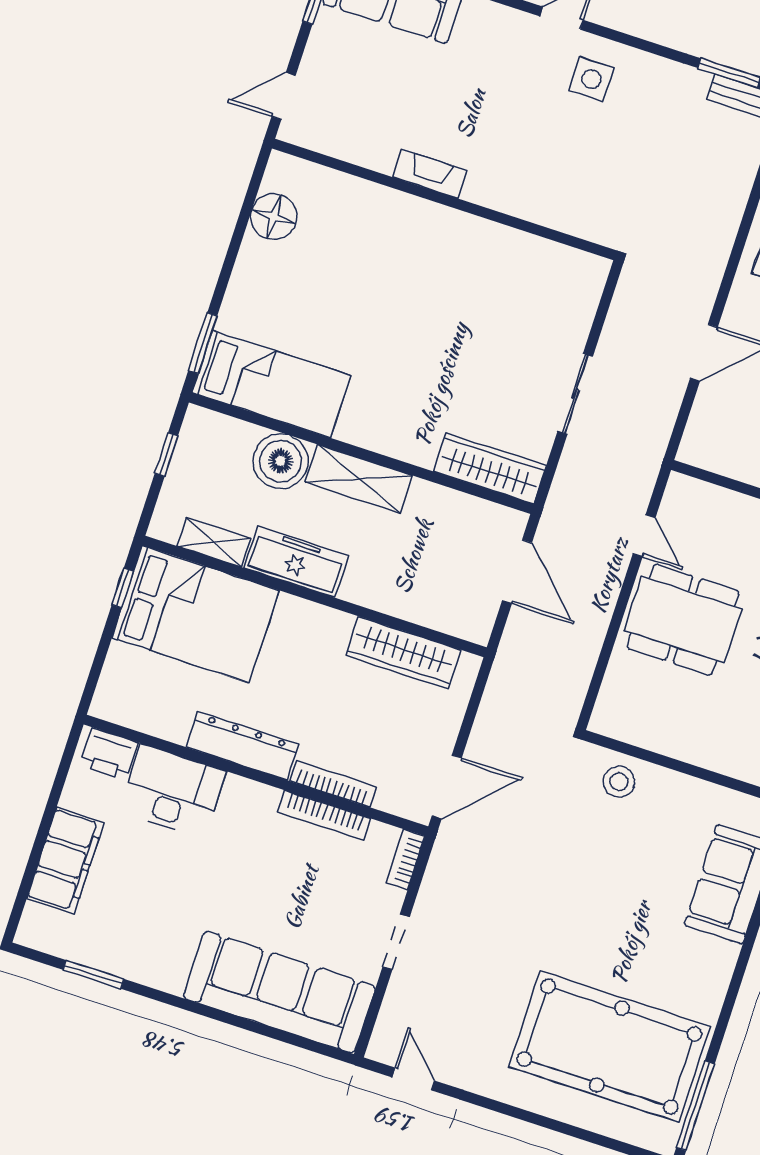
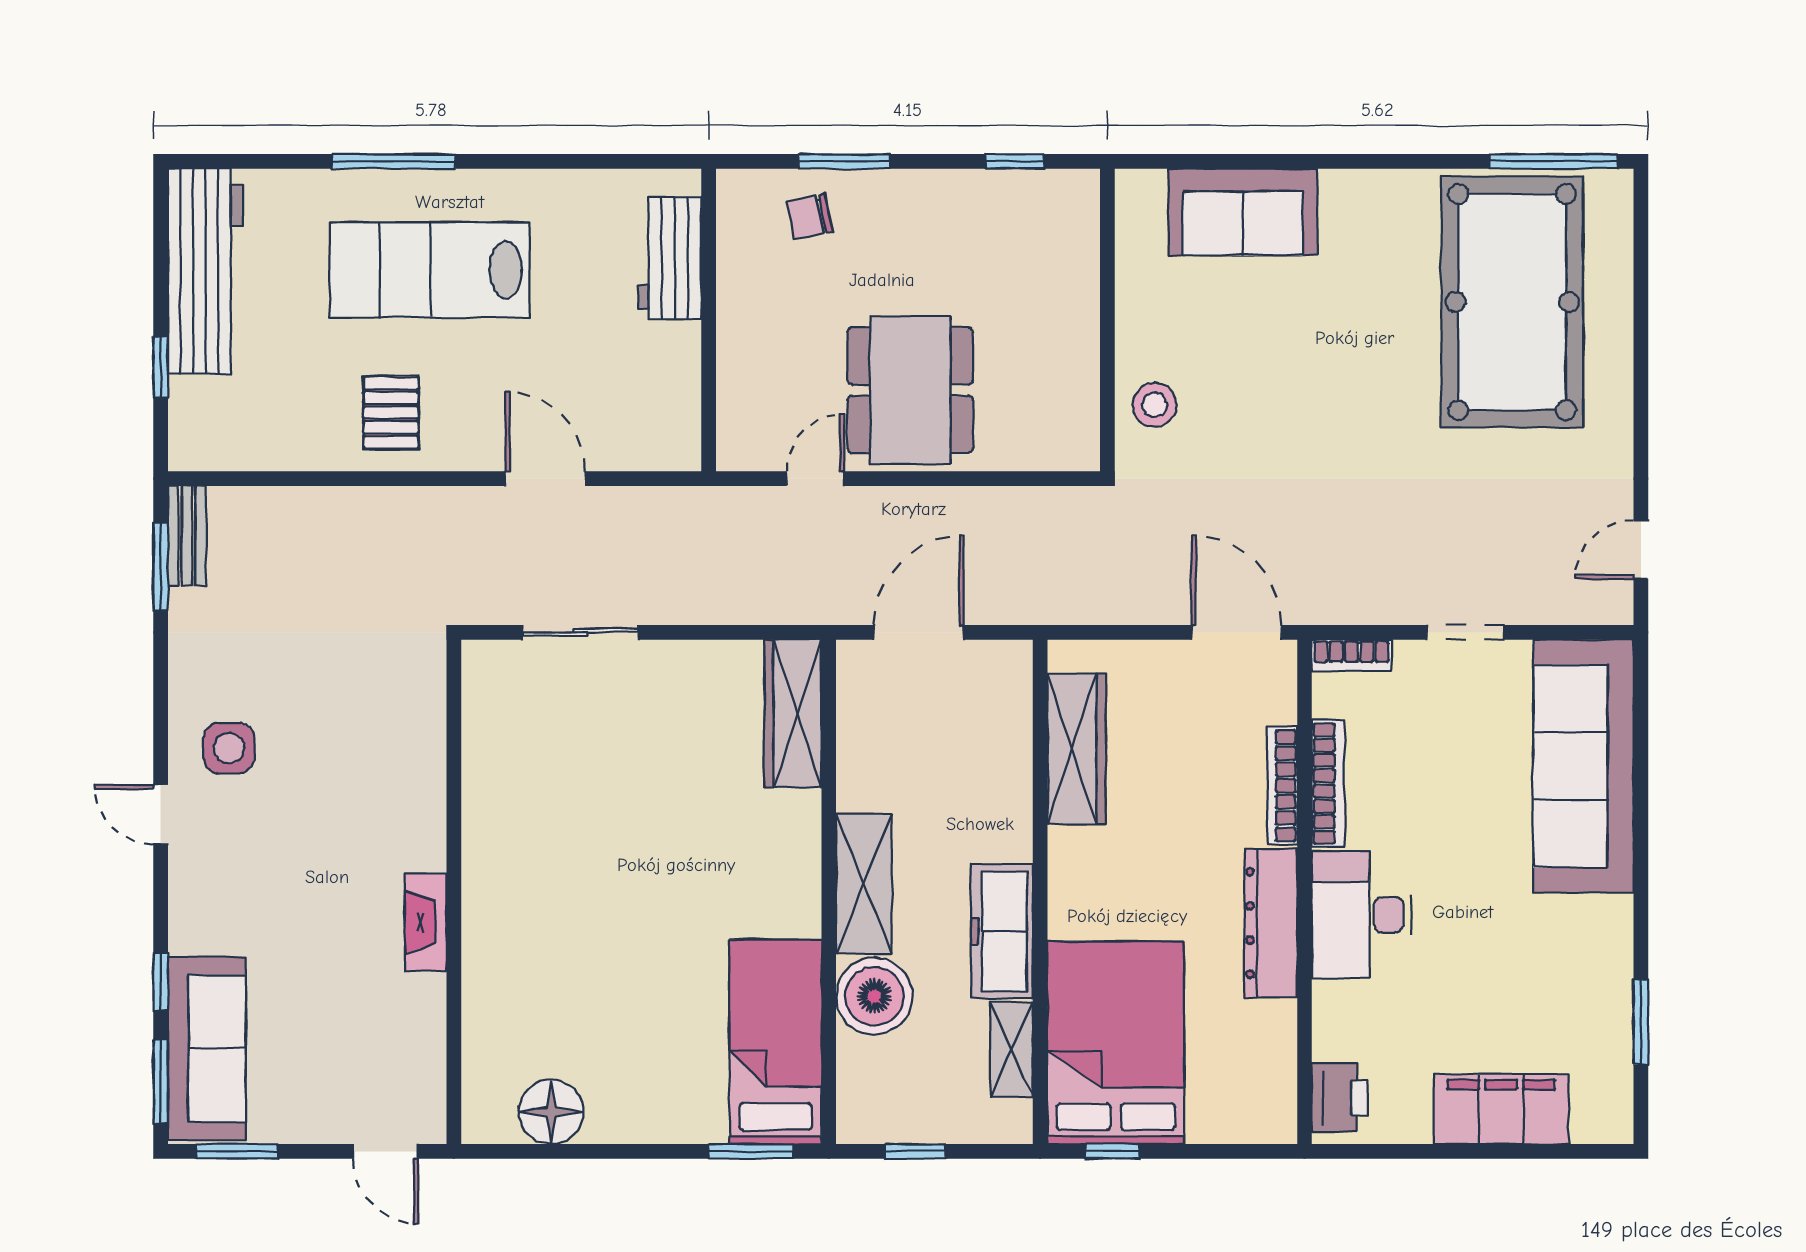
sliding door: (575, 394) -> (581, 632), moved
desk: (173, 791) -> (1362, 915), moved

